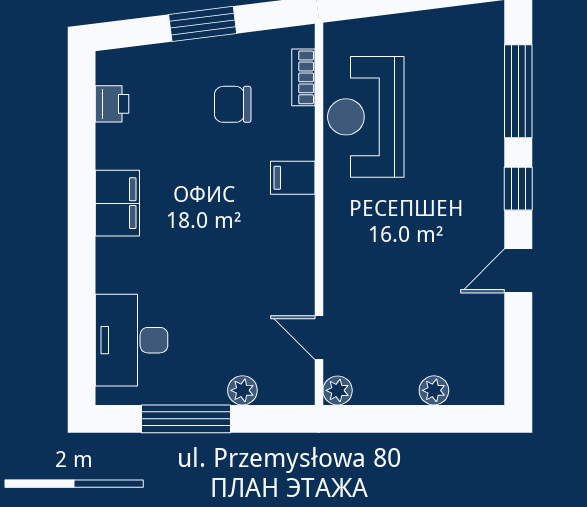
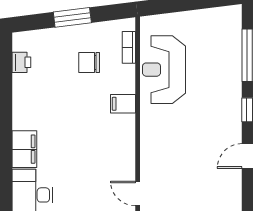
filing cabinet: (117, 203) -> (24, 149), moved

